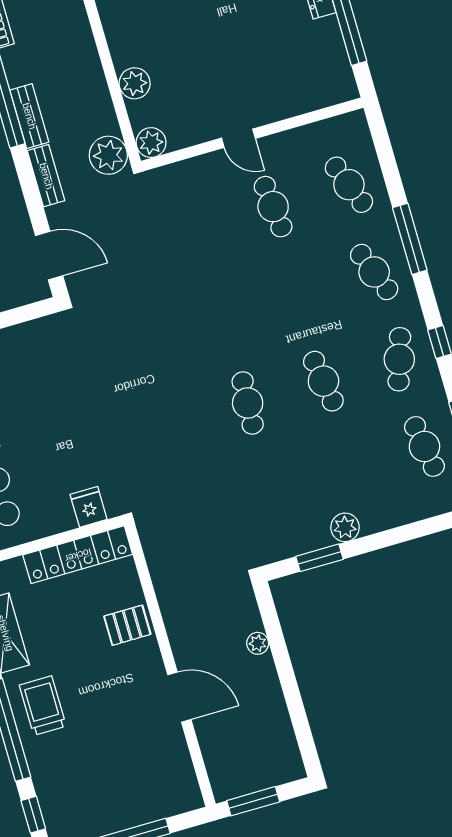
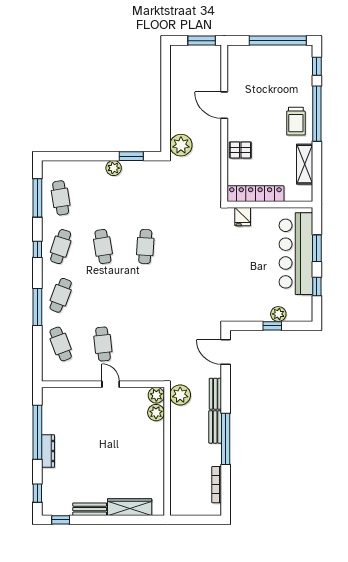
plant: (135, 83) -> (156, 413), moved
cafe table: (374, 272) -> (61, 295), turned 42
plant: (258, 643) -> (181, 145), moved, width x1.88, depth x1.88

